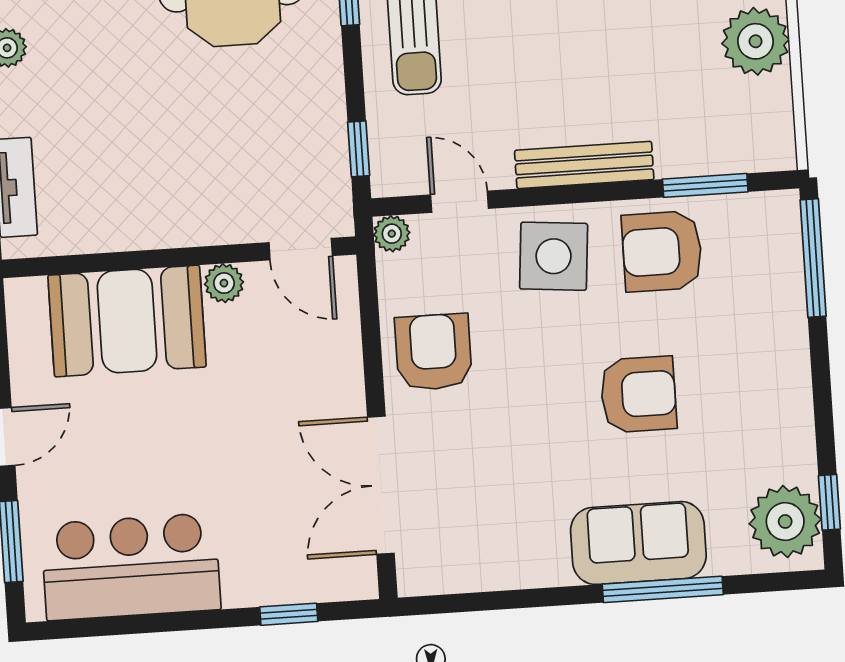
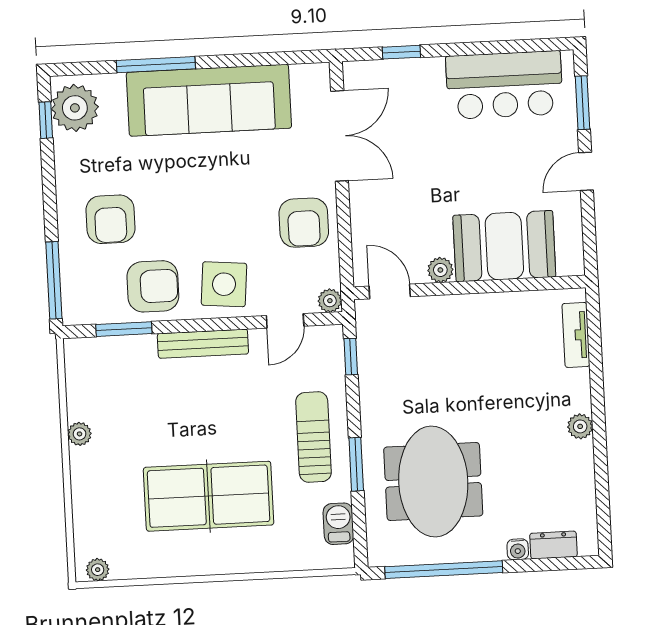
plant: (756, 41) -> (80, 434), width x0.53, depth x0.53
door: (459, 202) -> (285, 321), hinge flipped
armchair: (638, 394) -> (111, 219), moved, turned -90
sofa: (638, 543) -> (209, 100), width x1.85, depth x1.27

